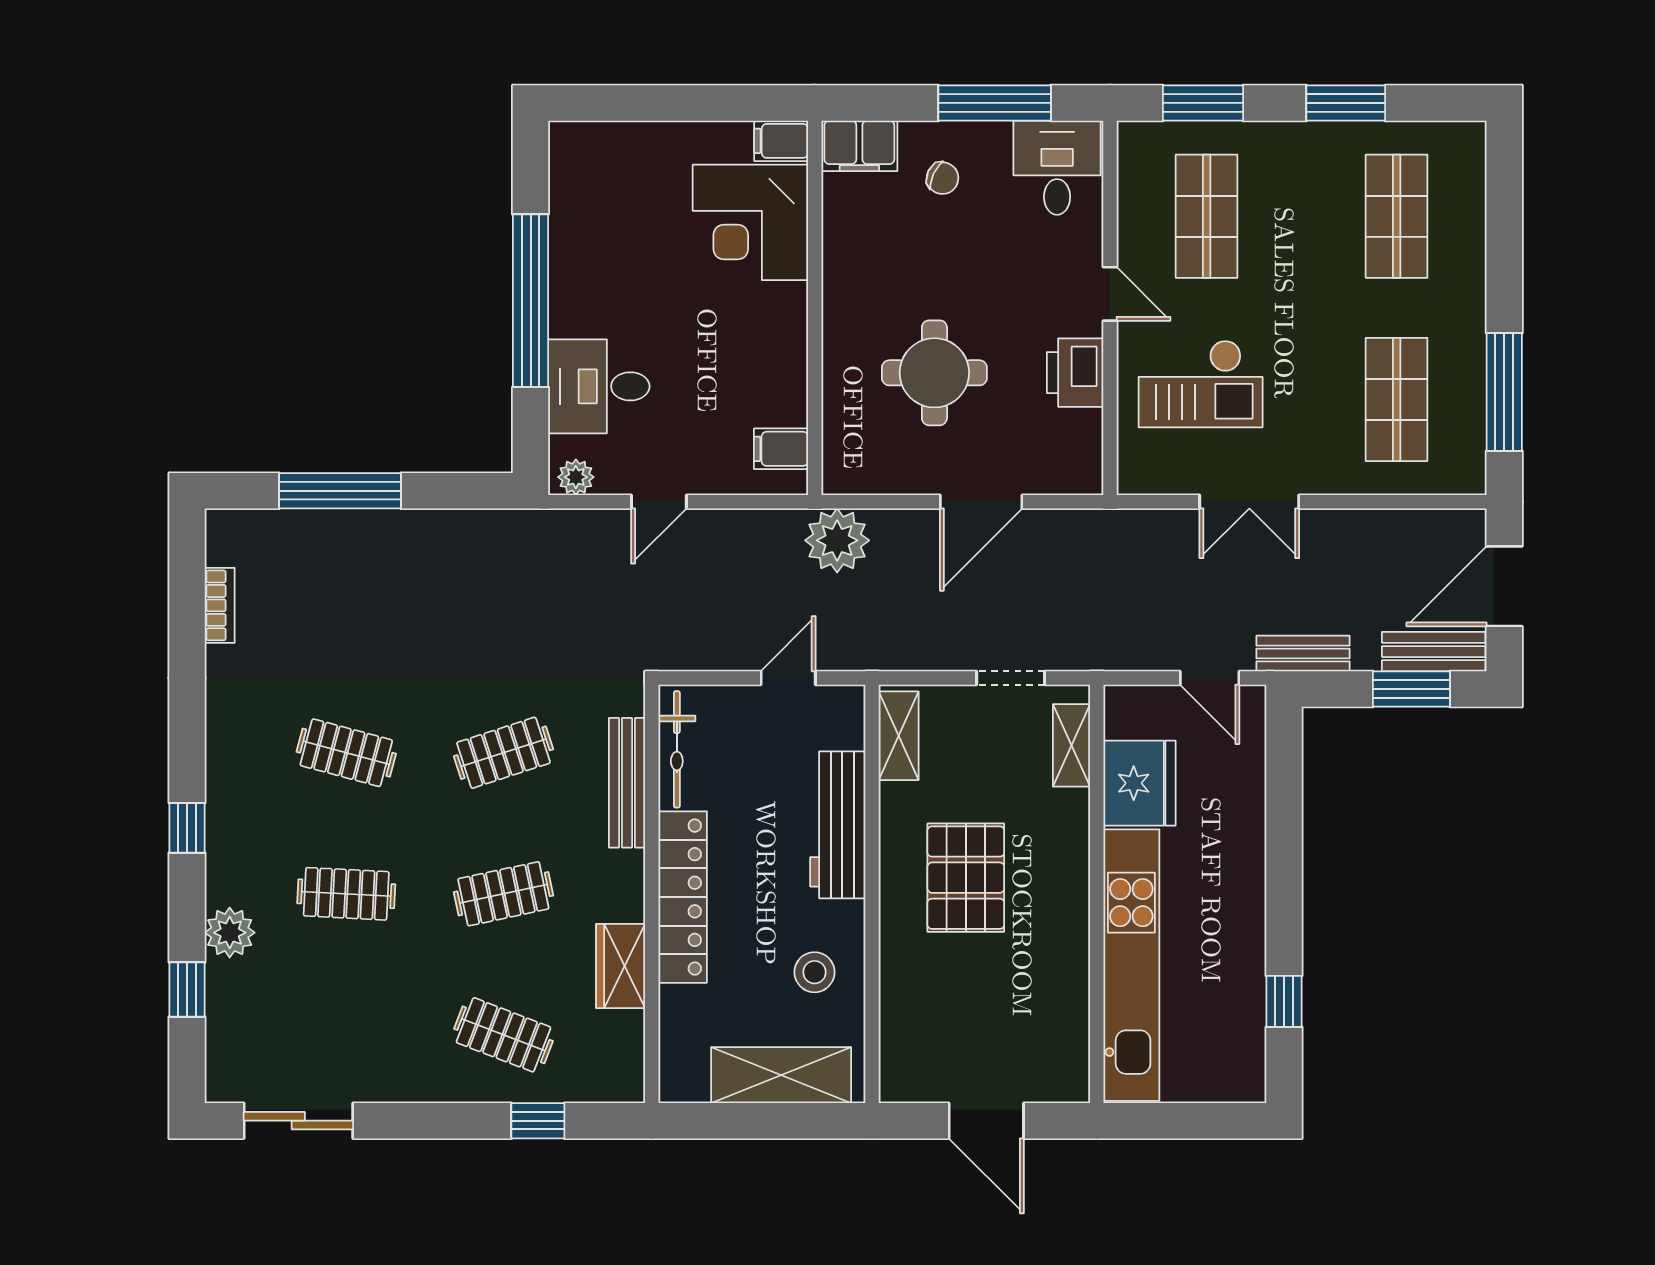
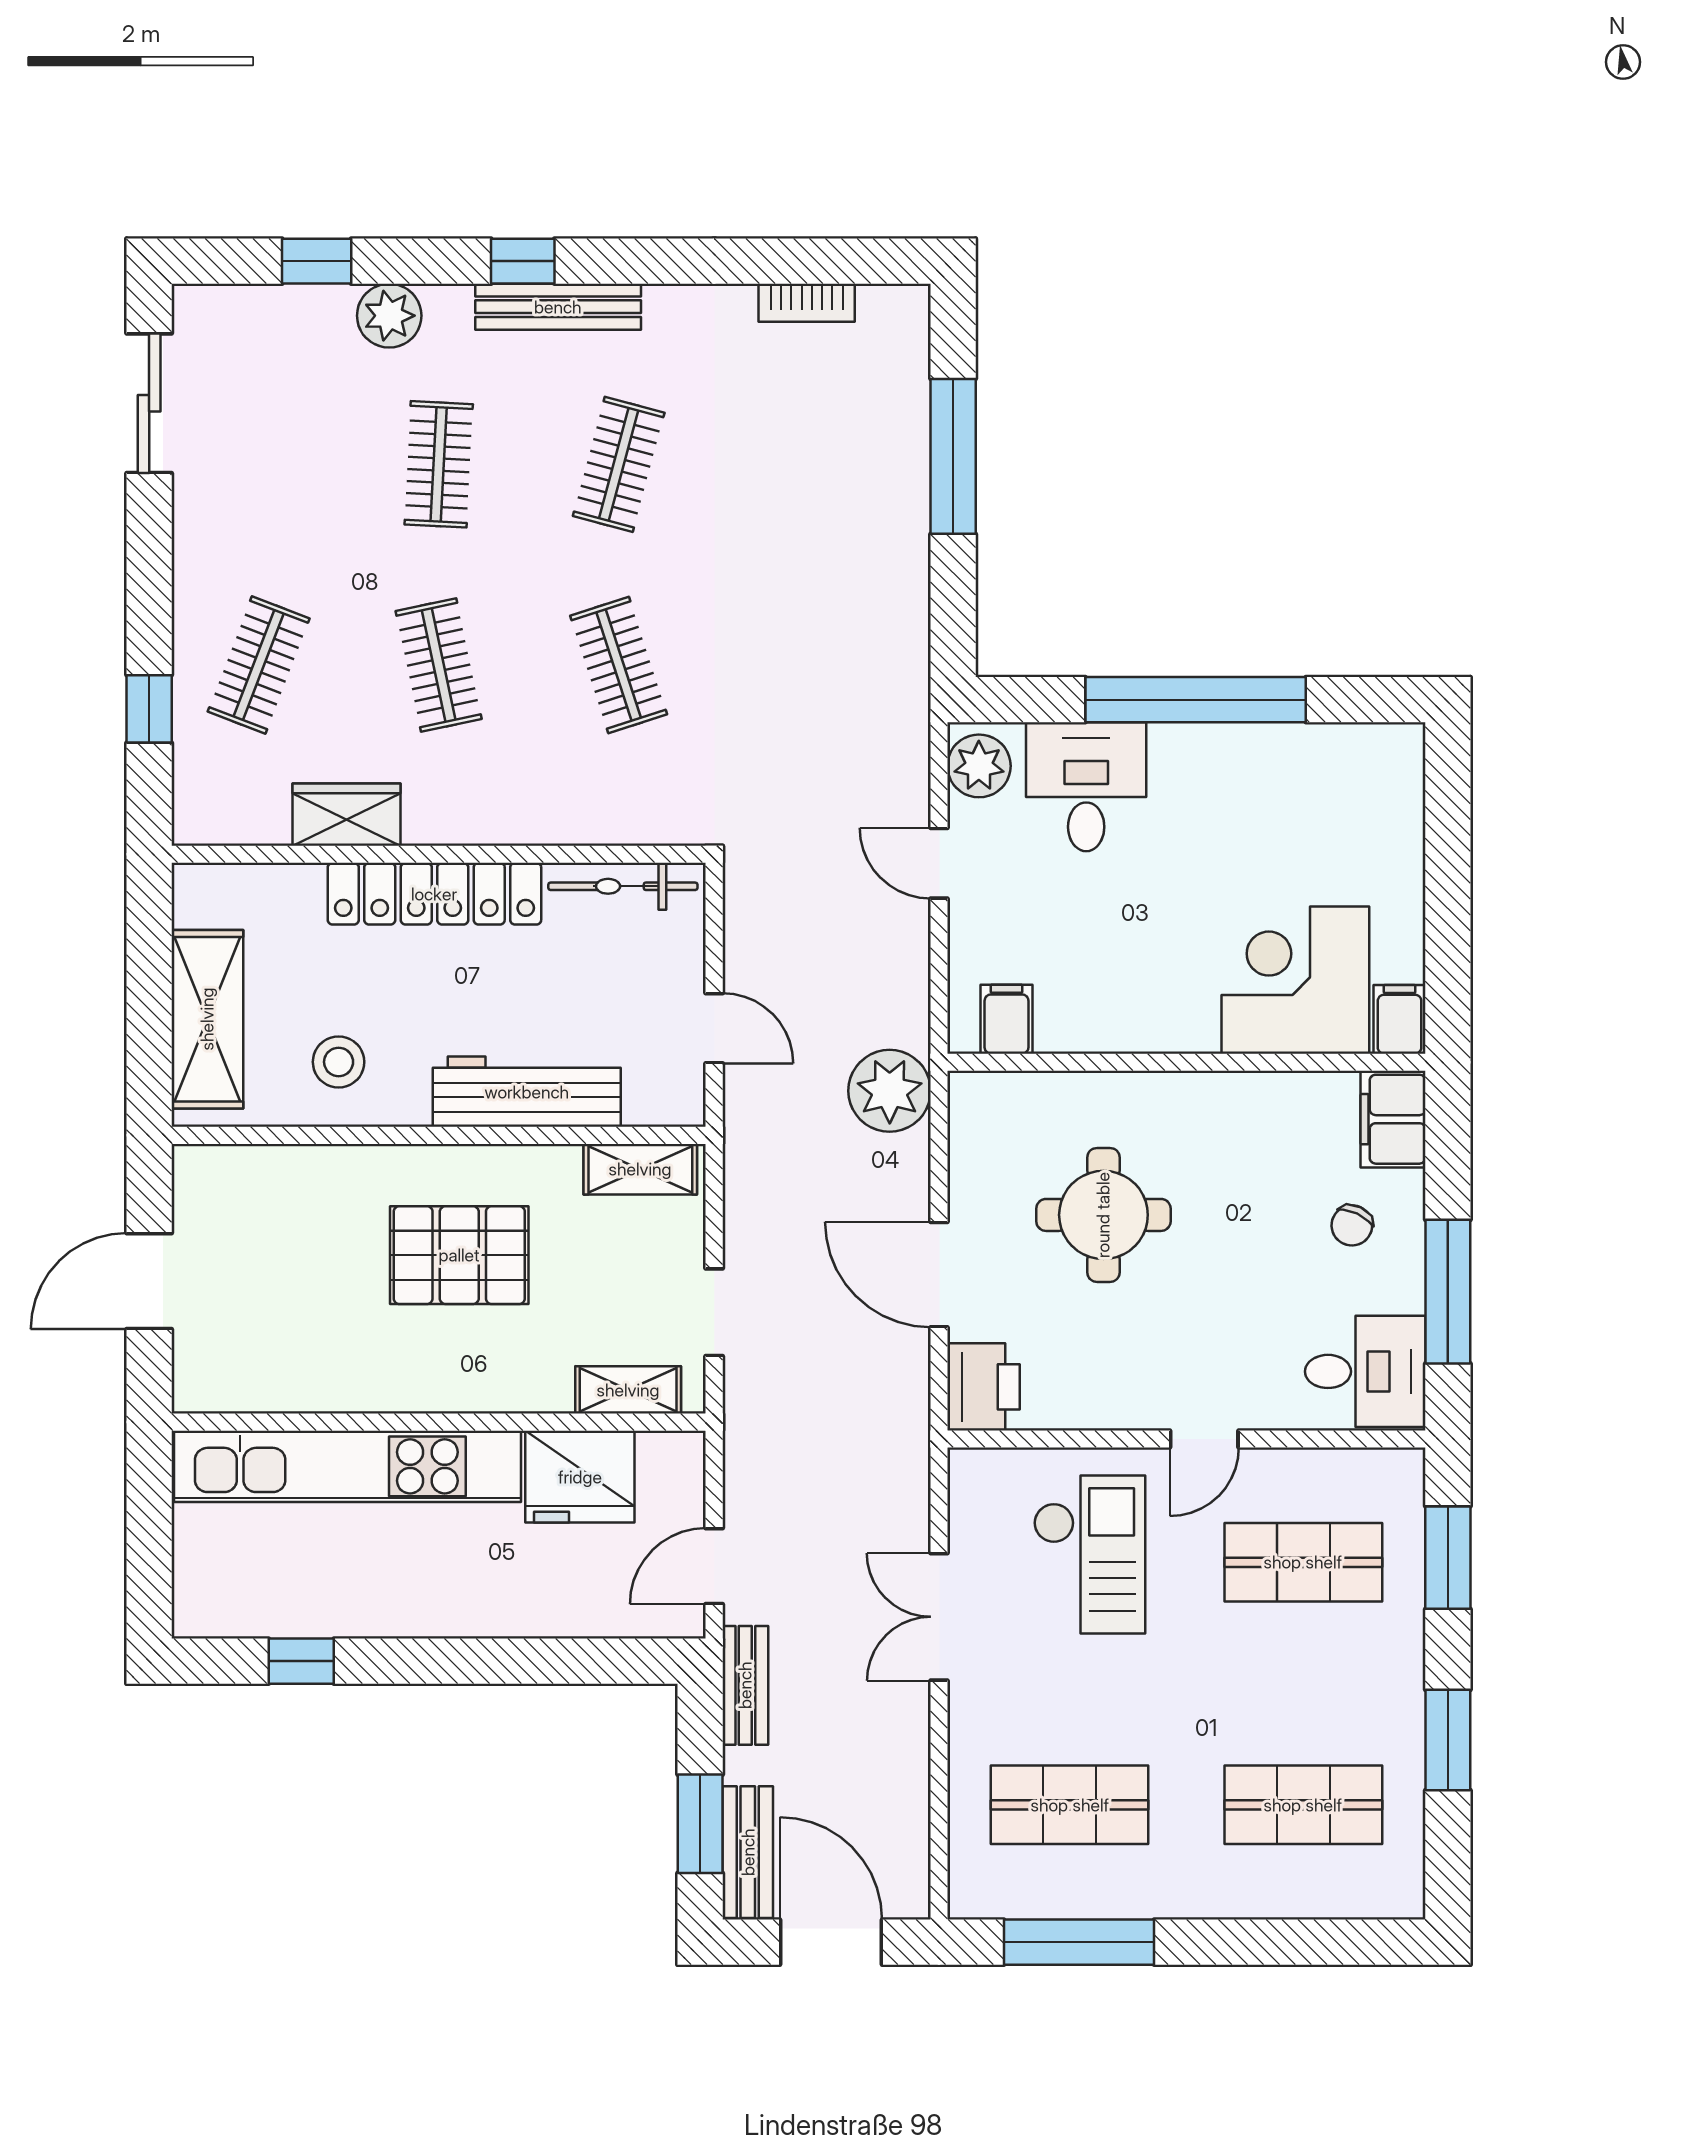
printer: (1075, 373) -> (984, 1387), moved, turned 90
checkout: (1201, 384) -> (1089, 1555), turned 180
plant: (576, 477) -> (979, 766), width x1.38, depth x1.38
bench: (627, 783) -> (558, 307), moved

